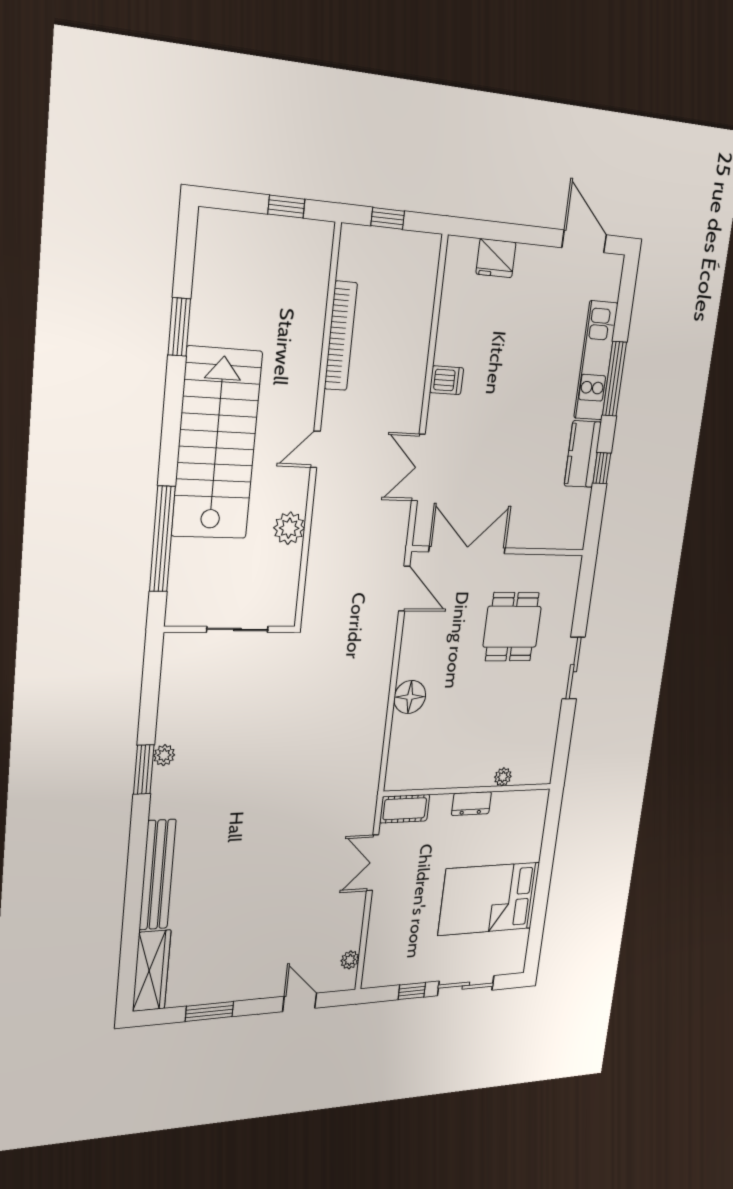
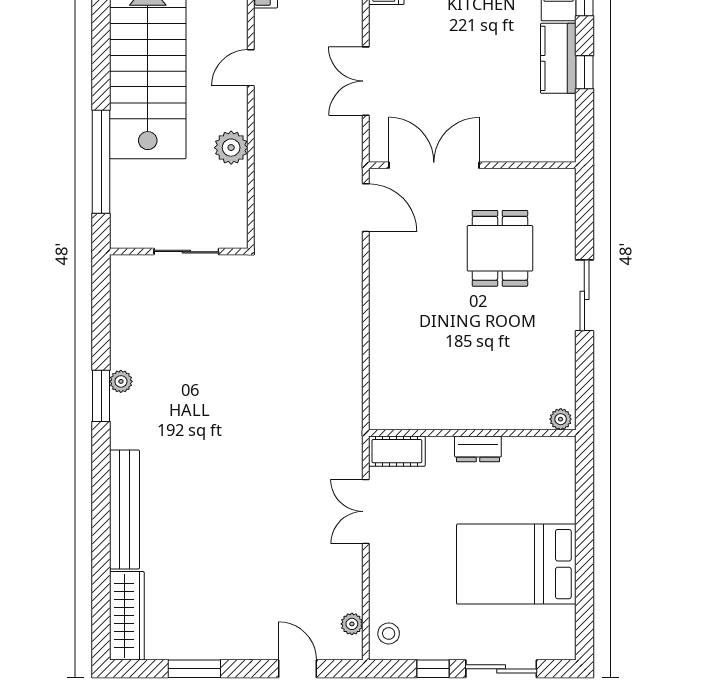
floor lamp: (410, 697) -> (387, 325), removed
plant: (503, 777) -> (561, 419), moved
stool: (379, 965) -> (389, 633), added

